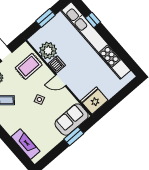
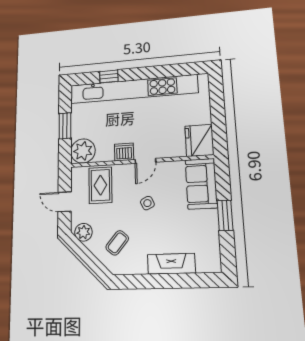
plant: (48, 51) -> (83, 151), moved
window: (74, 136) -> (225, 215), moved
fireplace: (25, 144) -> (171, 264), moved

